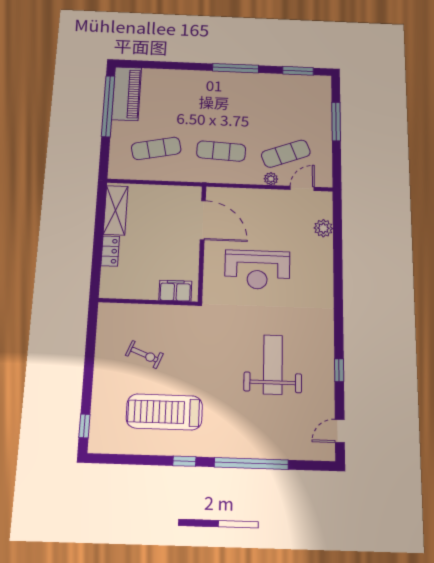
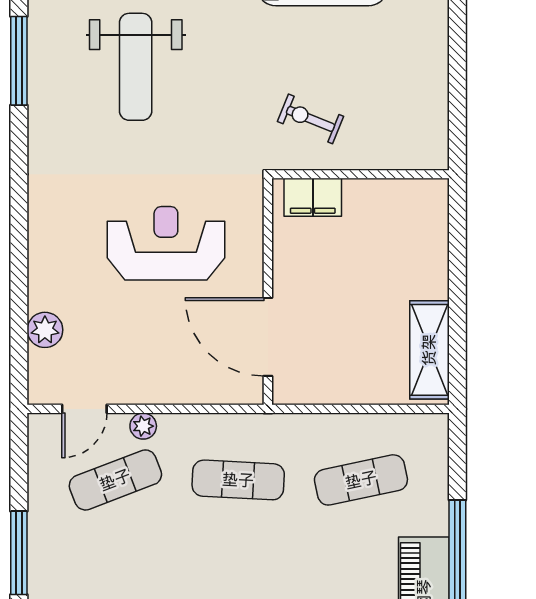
locker: (110, 251) -> (434, 269), removed
exercise bike: (144, 355) -> (310, 119), moved
window: (339, 370) -> (19, 61), width x2.17

